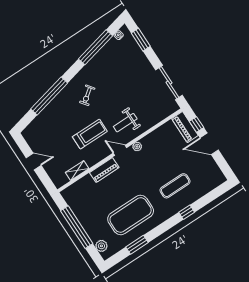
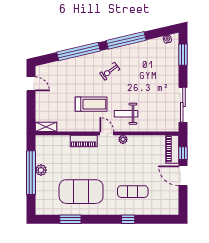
window: (96, 47) -> (126, 40), moved
door: (34, 161) -> (31, 84), moved
shelving: (77, 171) -> (46, 127), moved
plant: (101, 246) -> (41, 170), moved

